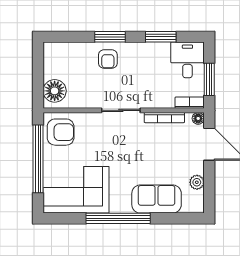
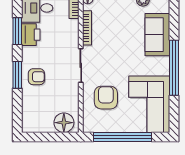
printer: (157, 53) -> (31, 35), added
armchair: (61, 132) -> (106, 98), moved

